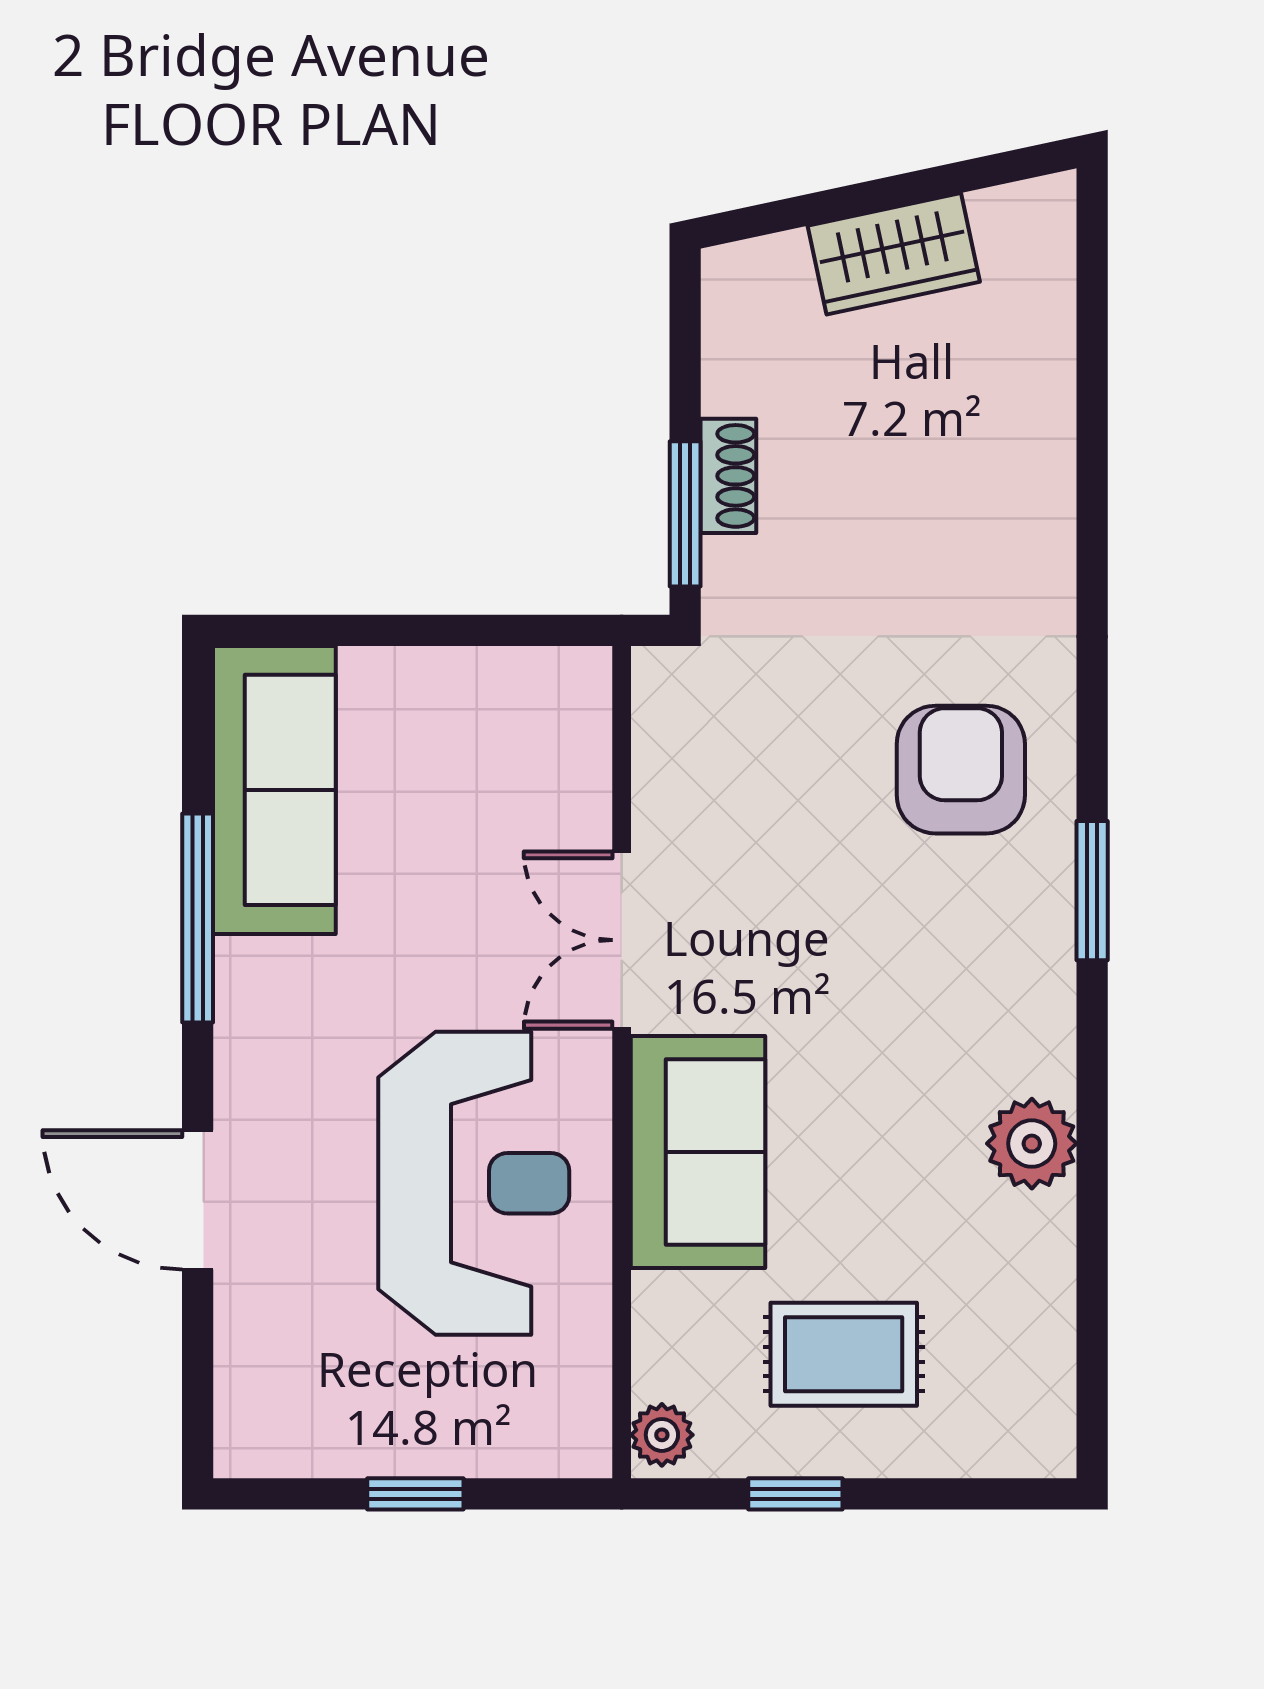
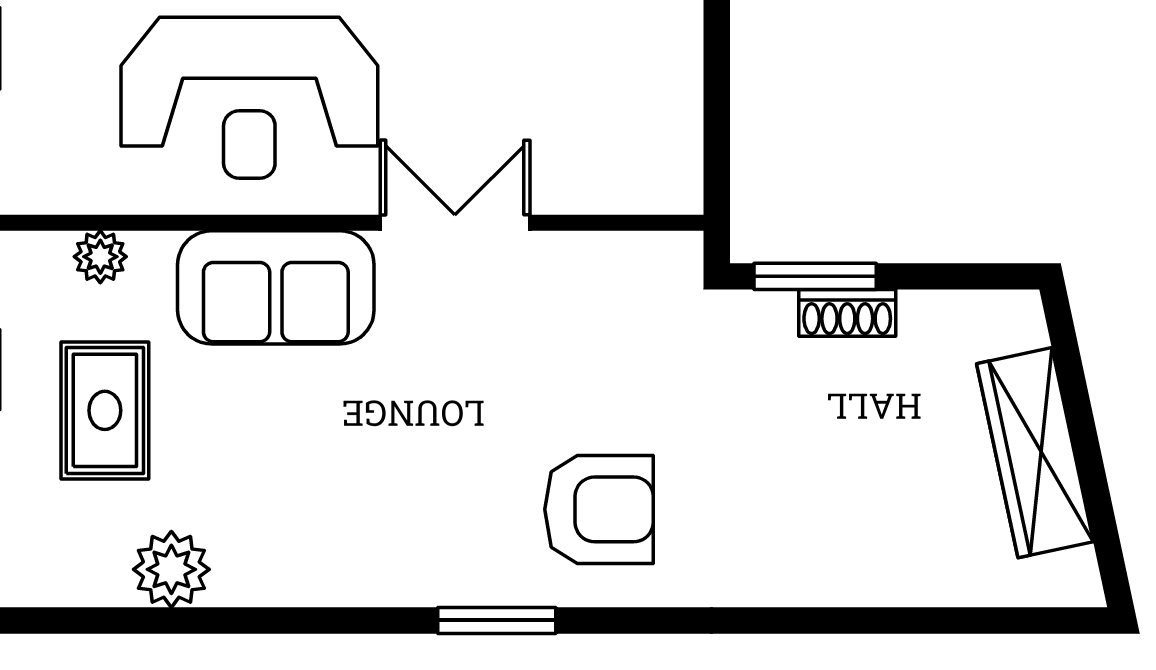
wardrobe: (894, 254) -> (1035, 453), width x1.50
plant: (1032, 1144) -> (171, 569), moved
plant: (662, 1435) -> (100, 257), moved

